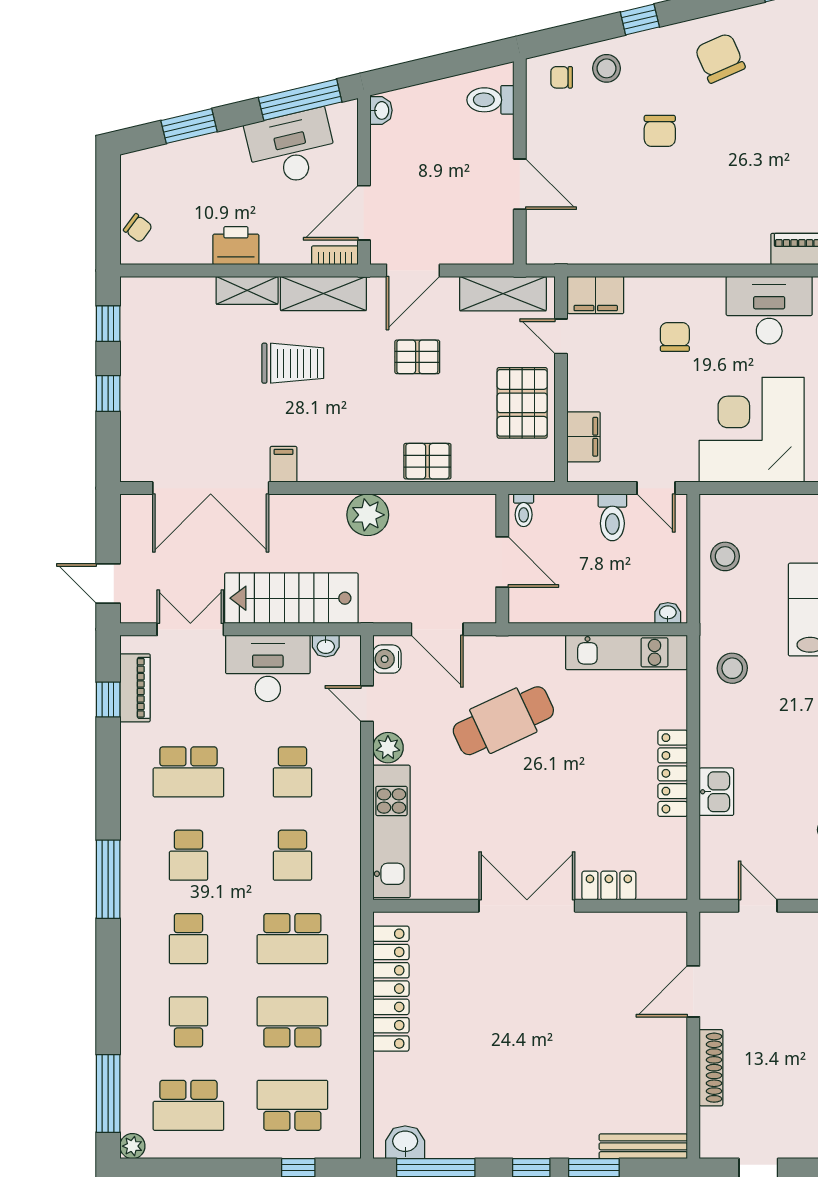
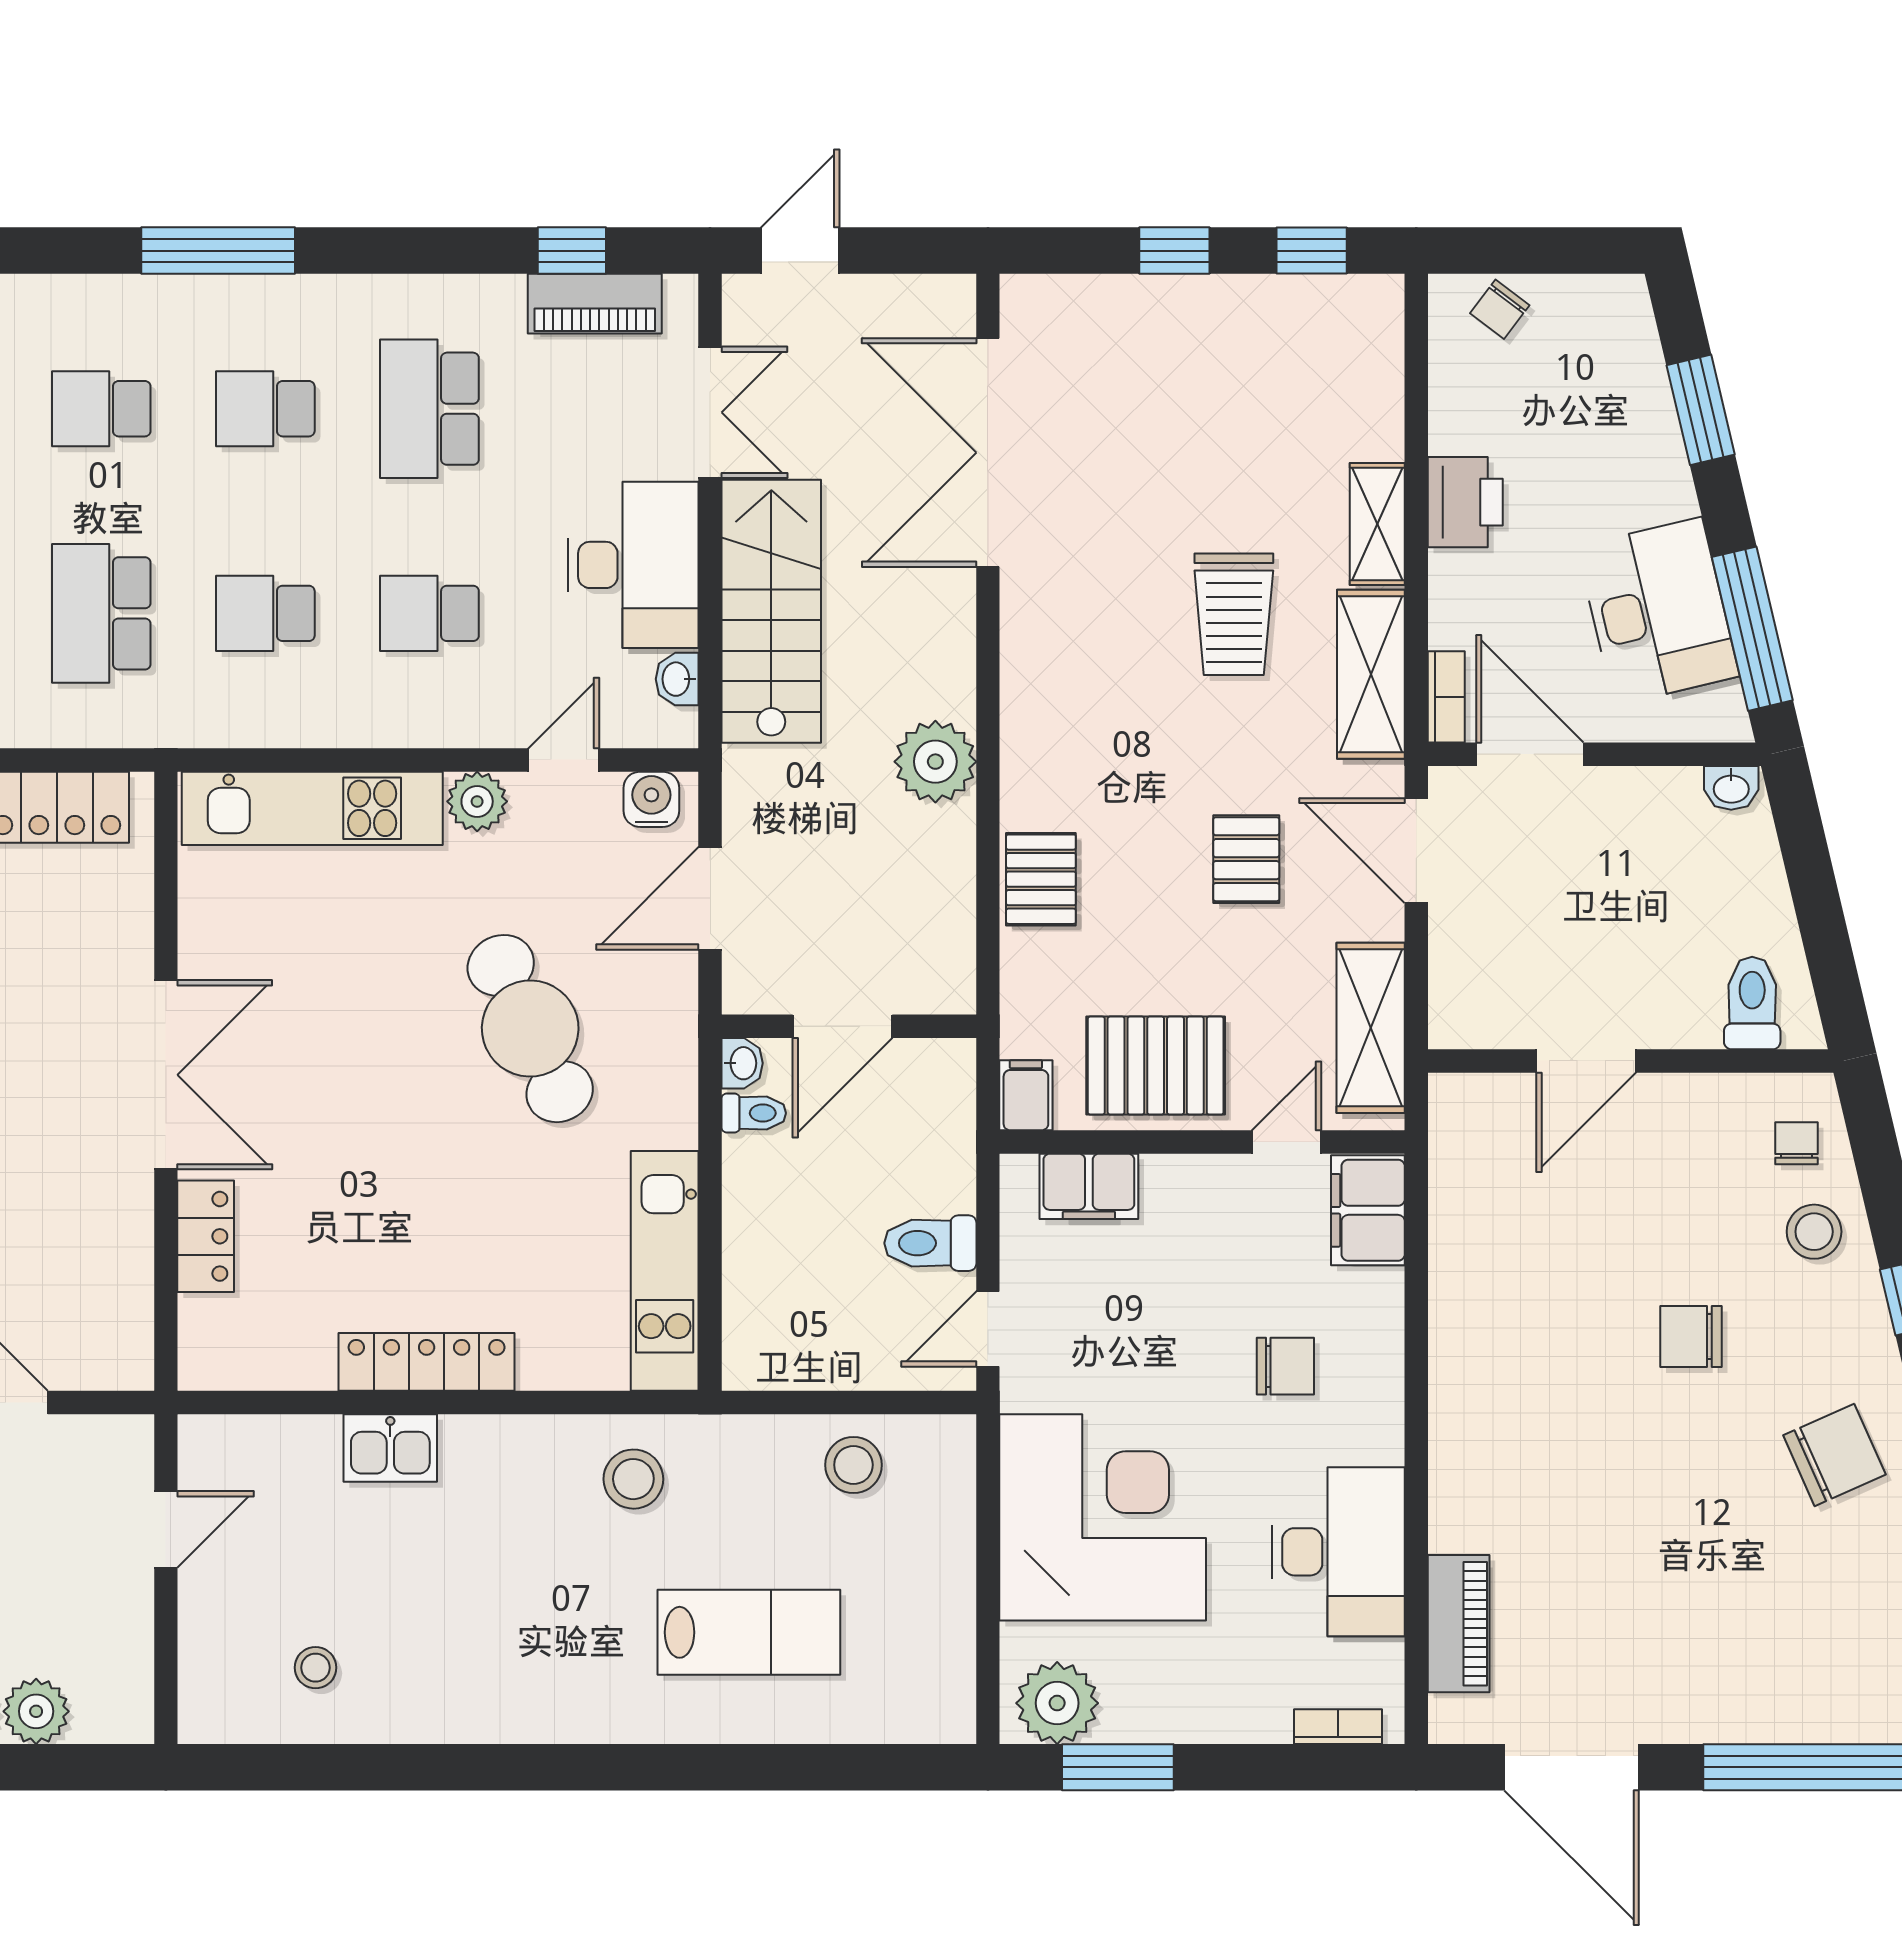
filing cabinet: (284, 464) -> (1026, 1095), moved, turned -90
toilet: (524, 510) -> (754, 1113), moved, turned 180
washbasin: (668, 613) -> (742, 1063), moved

